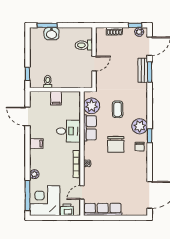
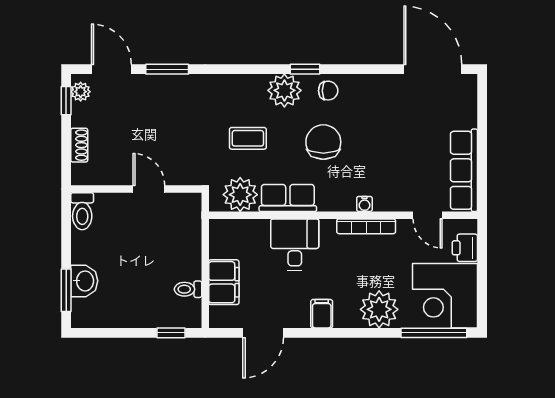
toilet: (84, 45) -> (82, 211), moved
bench: (143, 70) -> (164, 84), removed
filing cabinet: (56, 98) -> (224, 282), width x2.00
chair: (116, 144) -> (323, 142), turned -90
plant: (34, 174) -> (379, 309), width x1.87, depth x1.87

